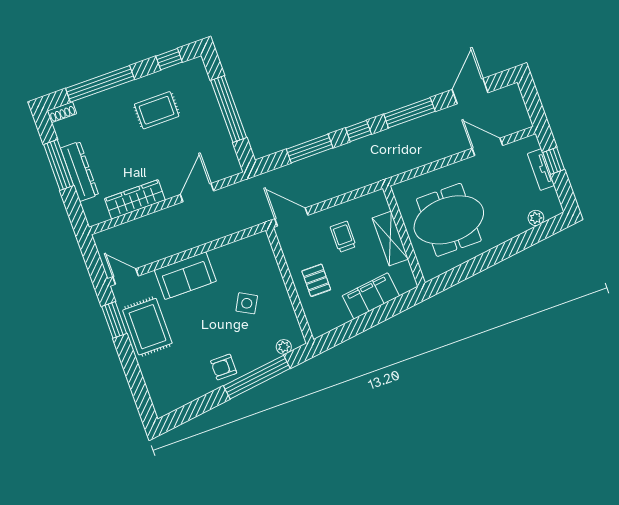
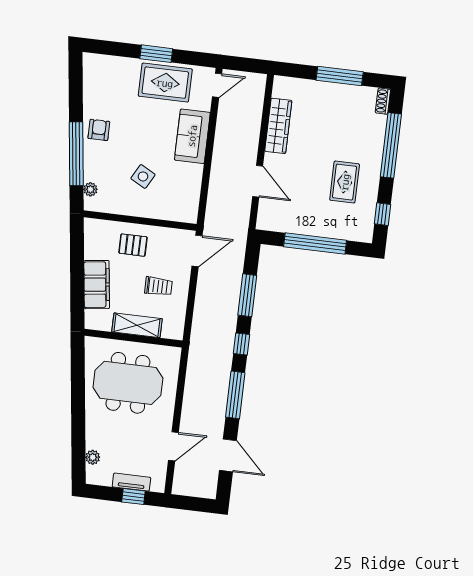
dresser: (80, 171) -> (325, 91), removed
meeting table: (449, 220) -> (128, 383), turned 90
window: (114, 320) -> (156, 54), moved

